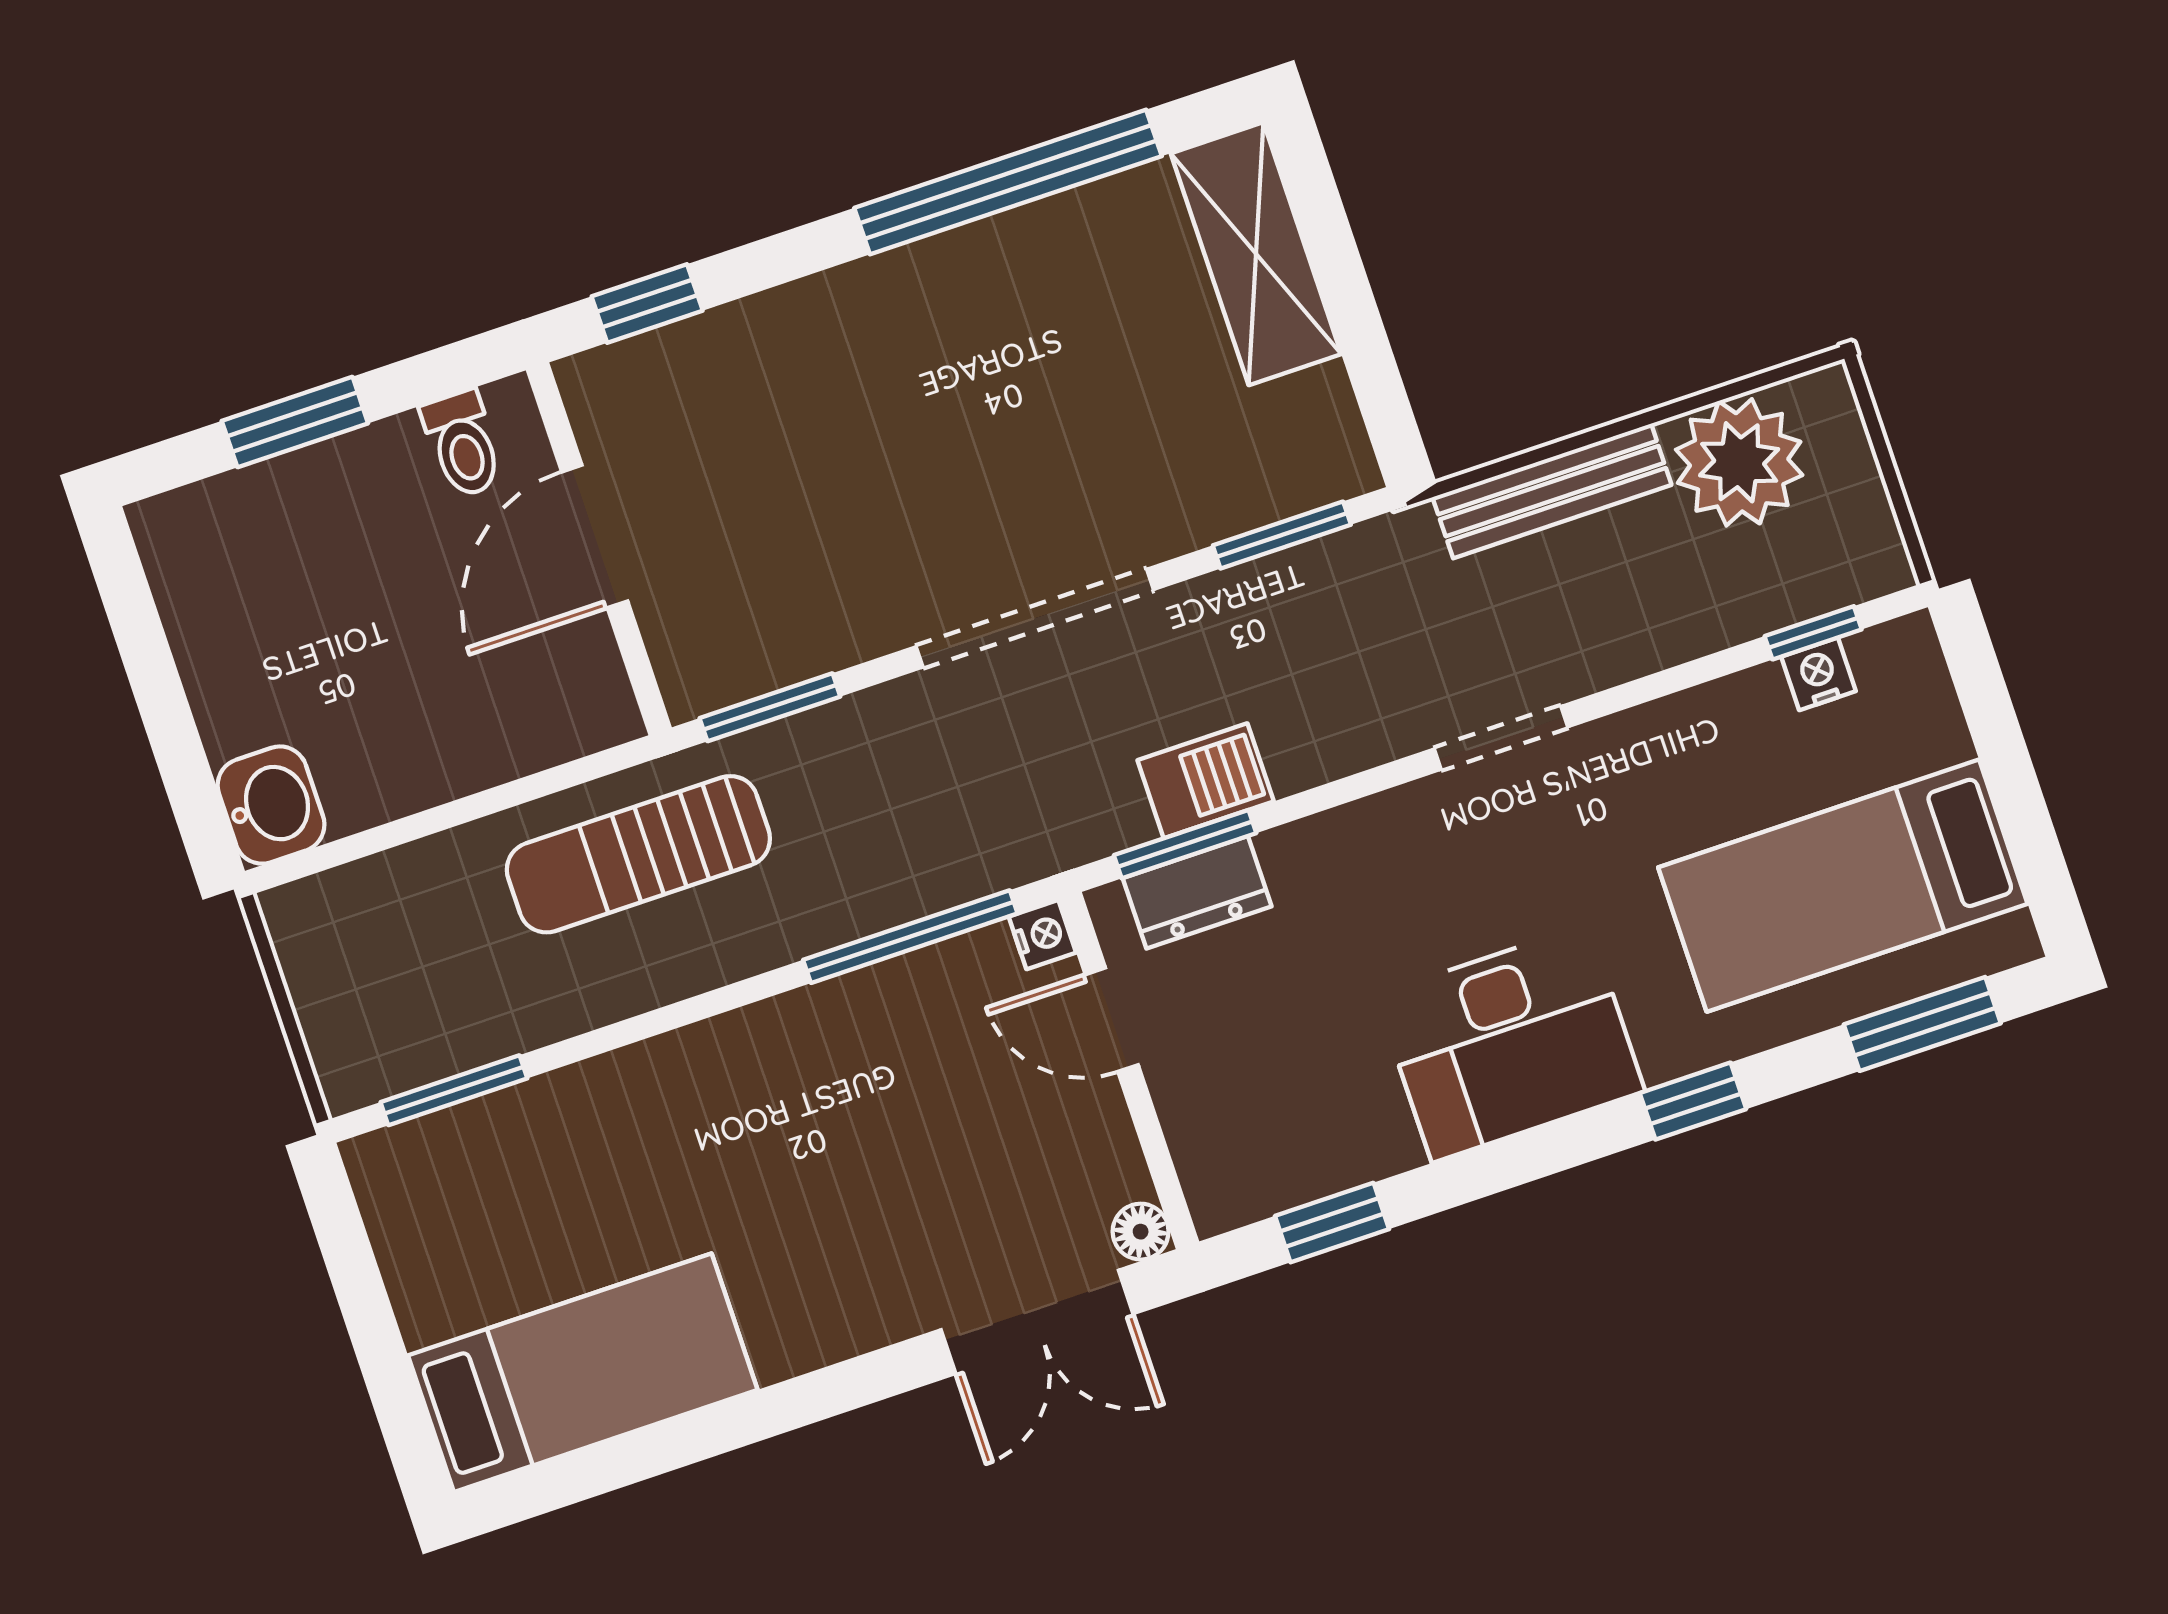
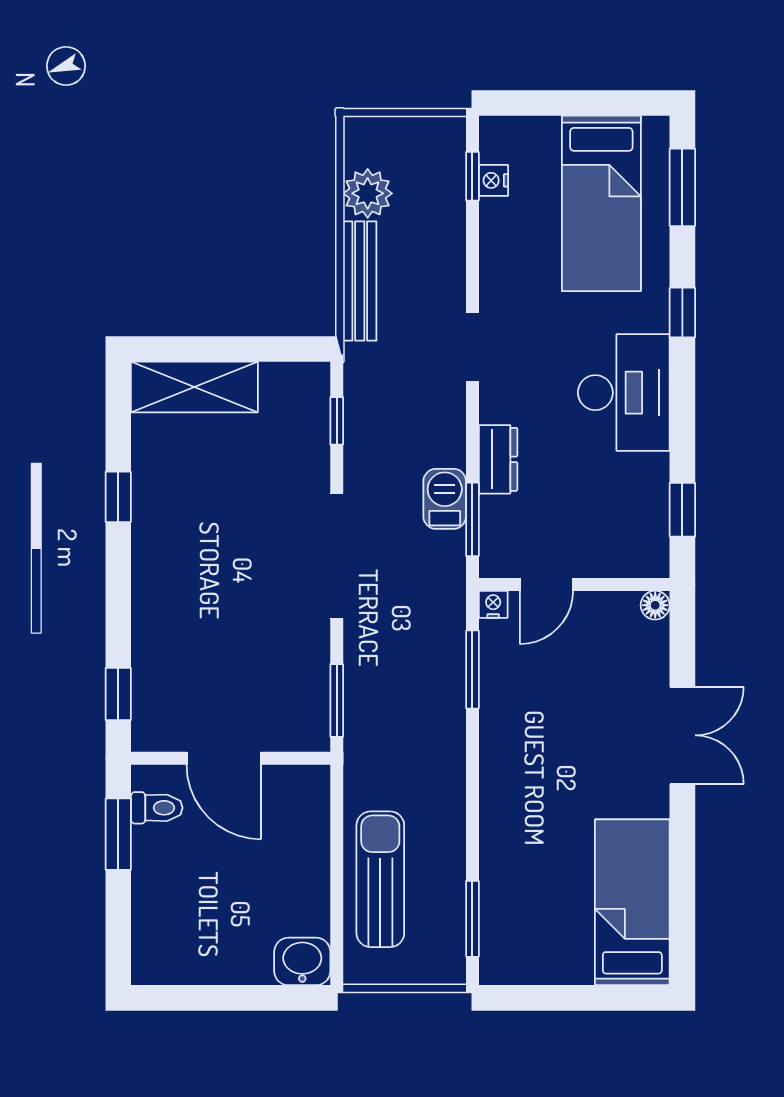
window: (1008, 182) -> (118, 497), width x0.32
window: (295, 422) -> (118, 834), moved
plant: (1739, 462) -> (368, 193), width x0.73, depth x0.73
window: (1282, 535) -> (337, 421), width x0.67
sun lounger: (638, 854) -> (380, 879), moved, turned 180
dresser: (1197, 892) -> (498, 459), moved
window: (910, 937) -> (472, 669), width x0.69
double door: (1037, 1322) -> (682, 735), moved

